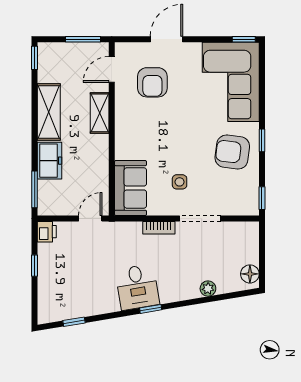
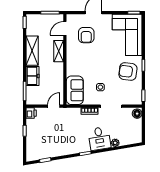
floor lamp: (250, 274) -> (137, 114), moved
desk: (137, 287) -> (99, 138), moved

